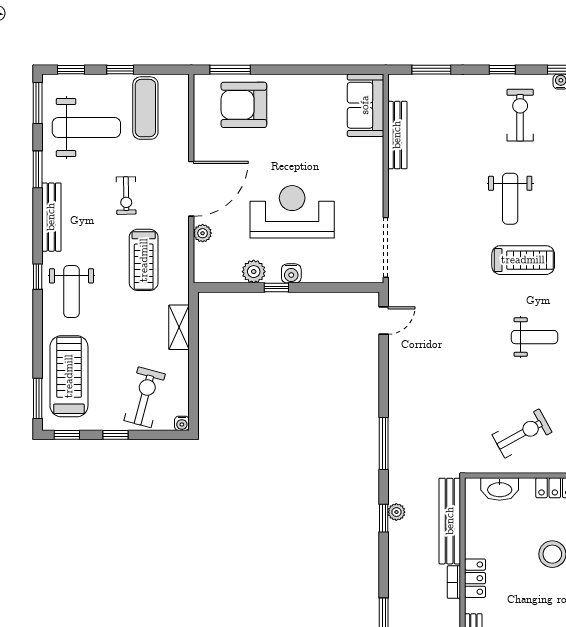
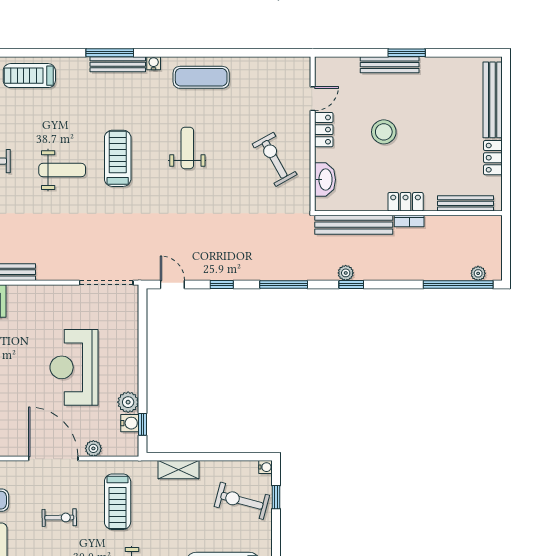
treadmill: (144, 260) -> (118, 502), turned 90
water cooler: (291, 273) -> (130, 423), moved
window: (276, 288) -> (143, 424), moved
window: (384, 375) -> (222, 285), added
window: (116, 435) -> (276, 497), moved

